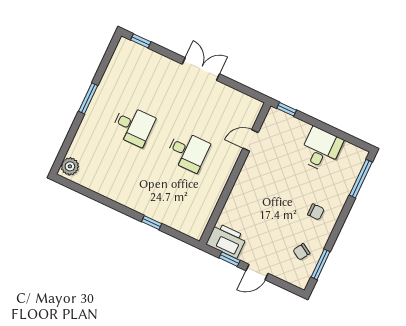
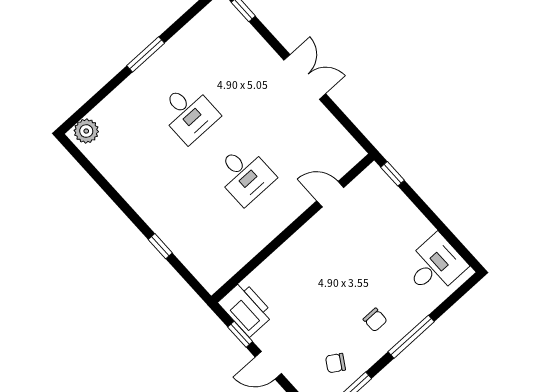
desk: (321, 150) -> (435, 266), moved
window: (361, 179) -> (411, 337), moved

